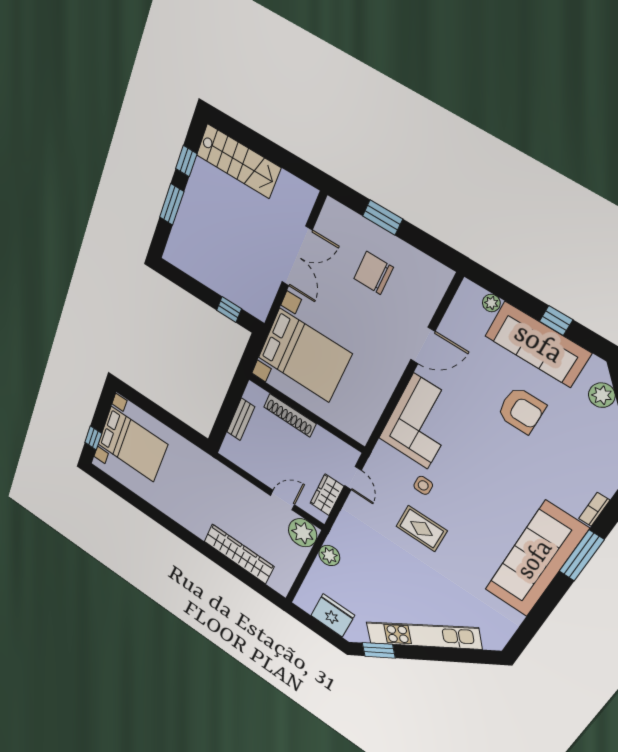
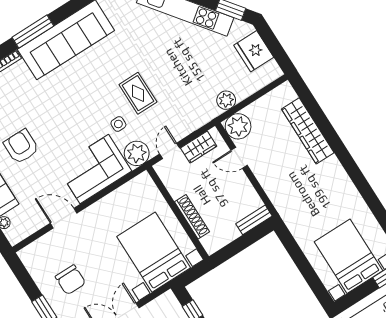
bench: (241, 419) -> (254, 220), moved
plant: (385, 460) -> (137, 153), added

